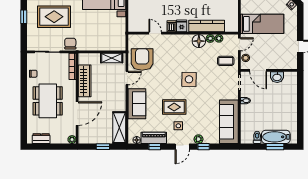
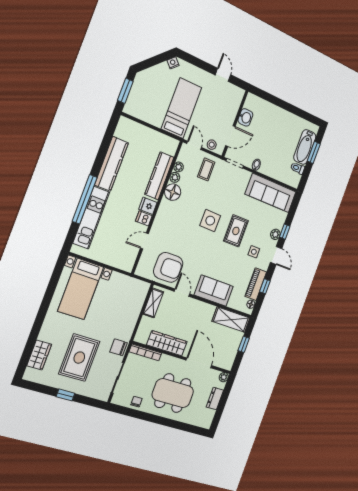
armchair: (142, 59) -> (168, 267), turned 180
rug: (174, 107) -> (236, 231), moved
dresser: (41, 139) -> (215, 398), moved

